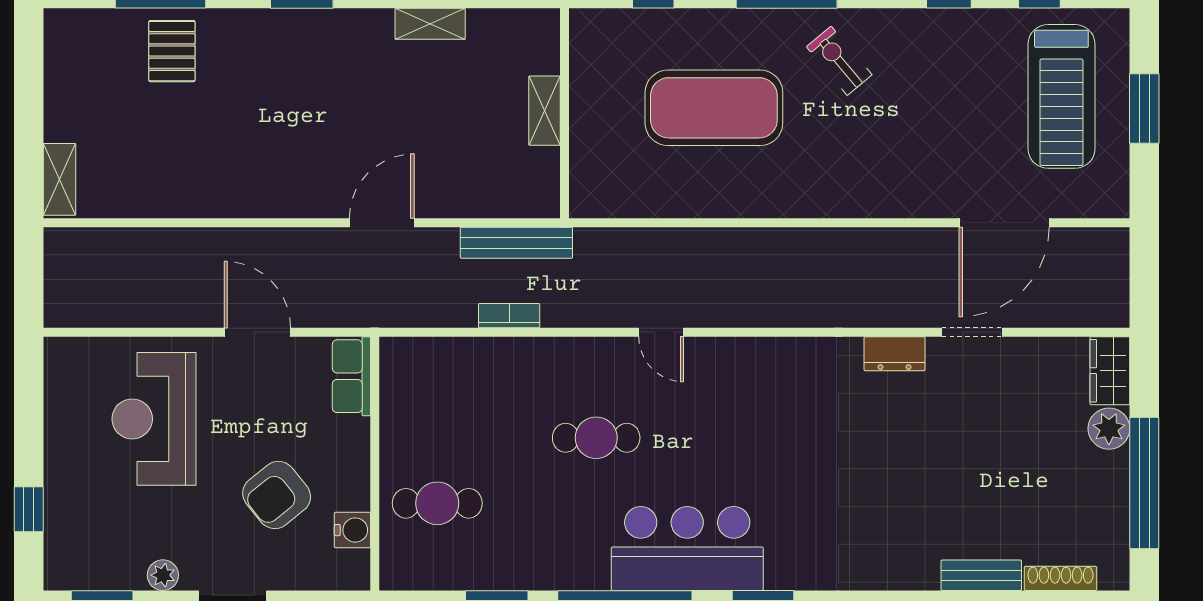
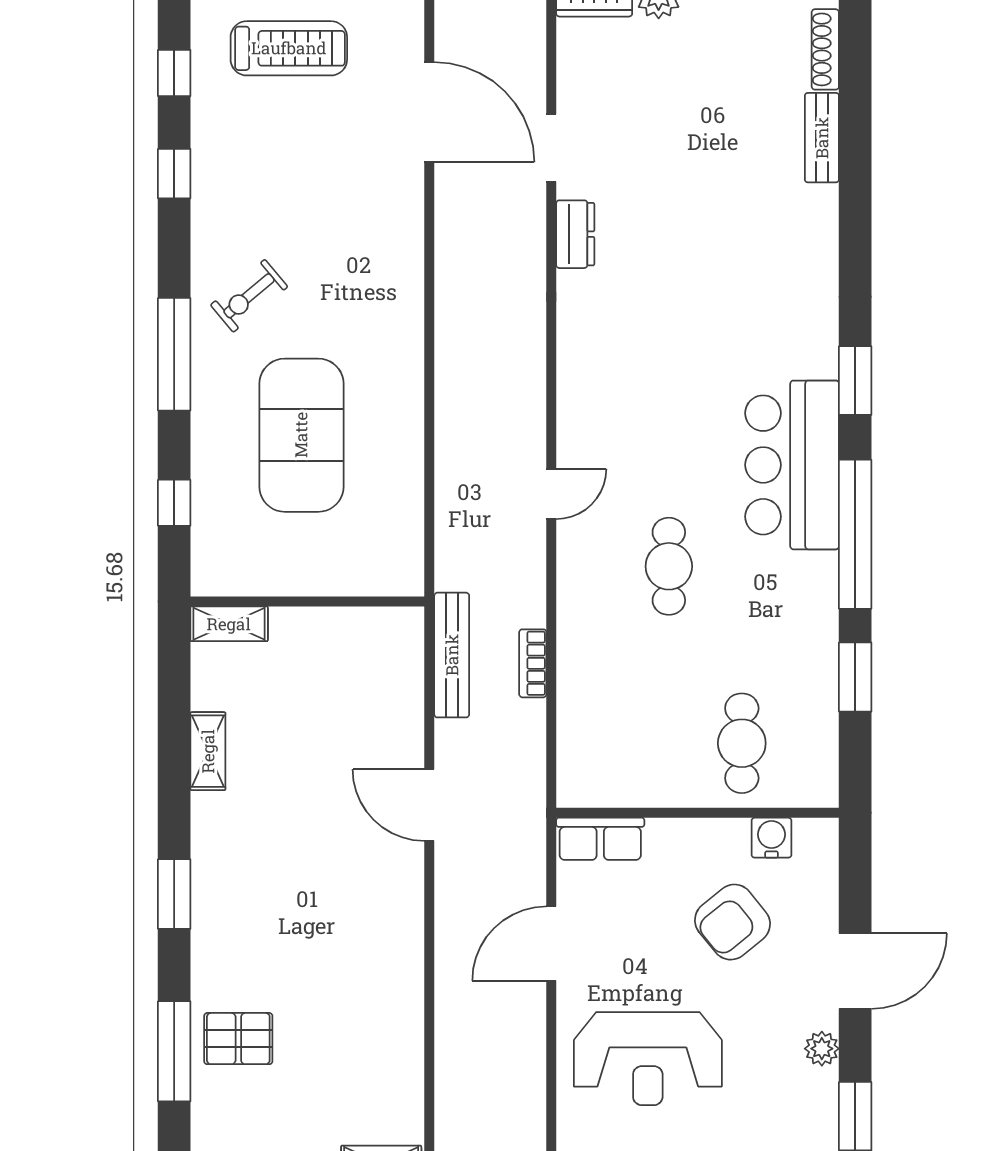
treadmill: (1061, 96) -> (289, 48), width x0.73, depth x0.73
shelving: (545, 111) -> (229, 624), moved
armchair: (277, 495) -> (732, 922), turned 90

